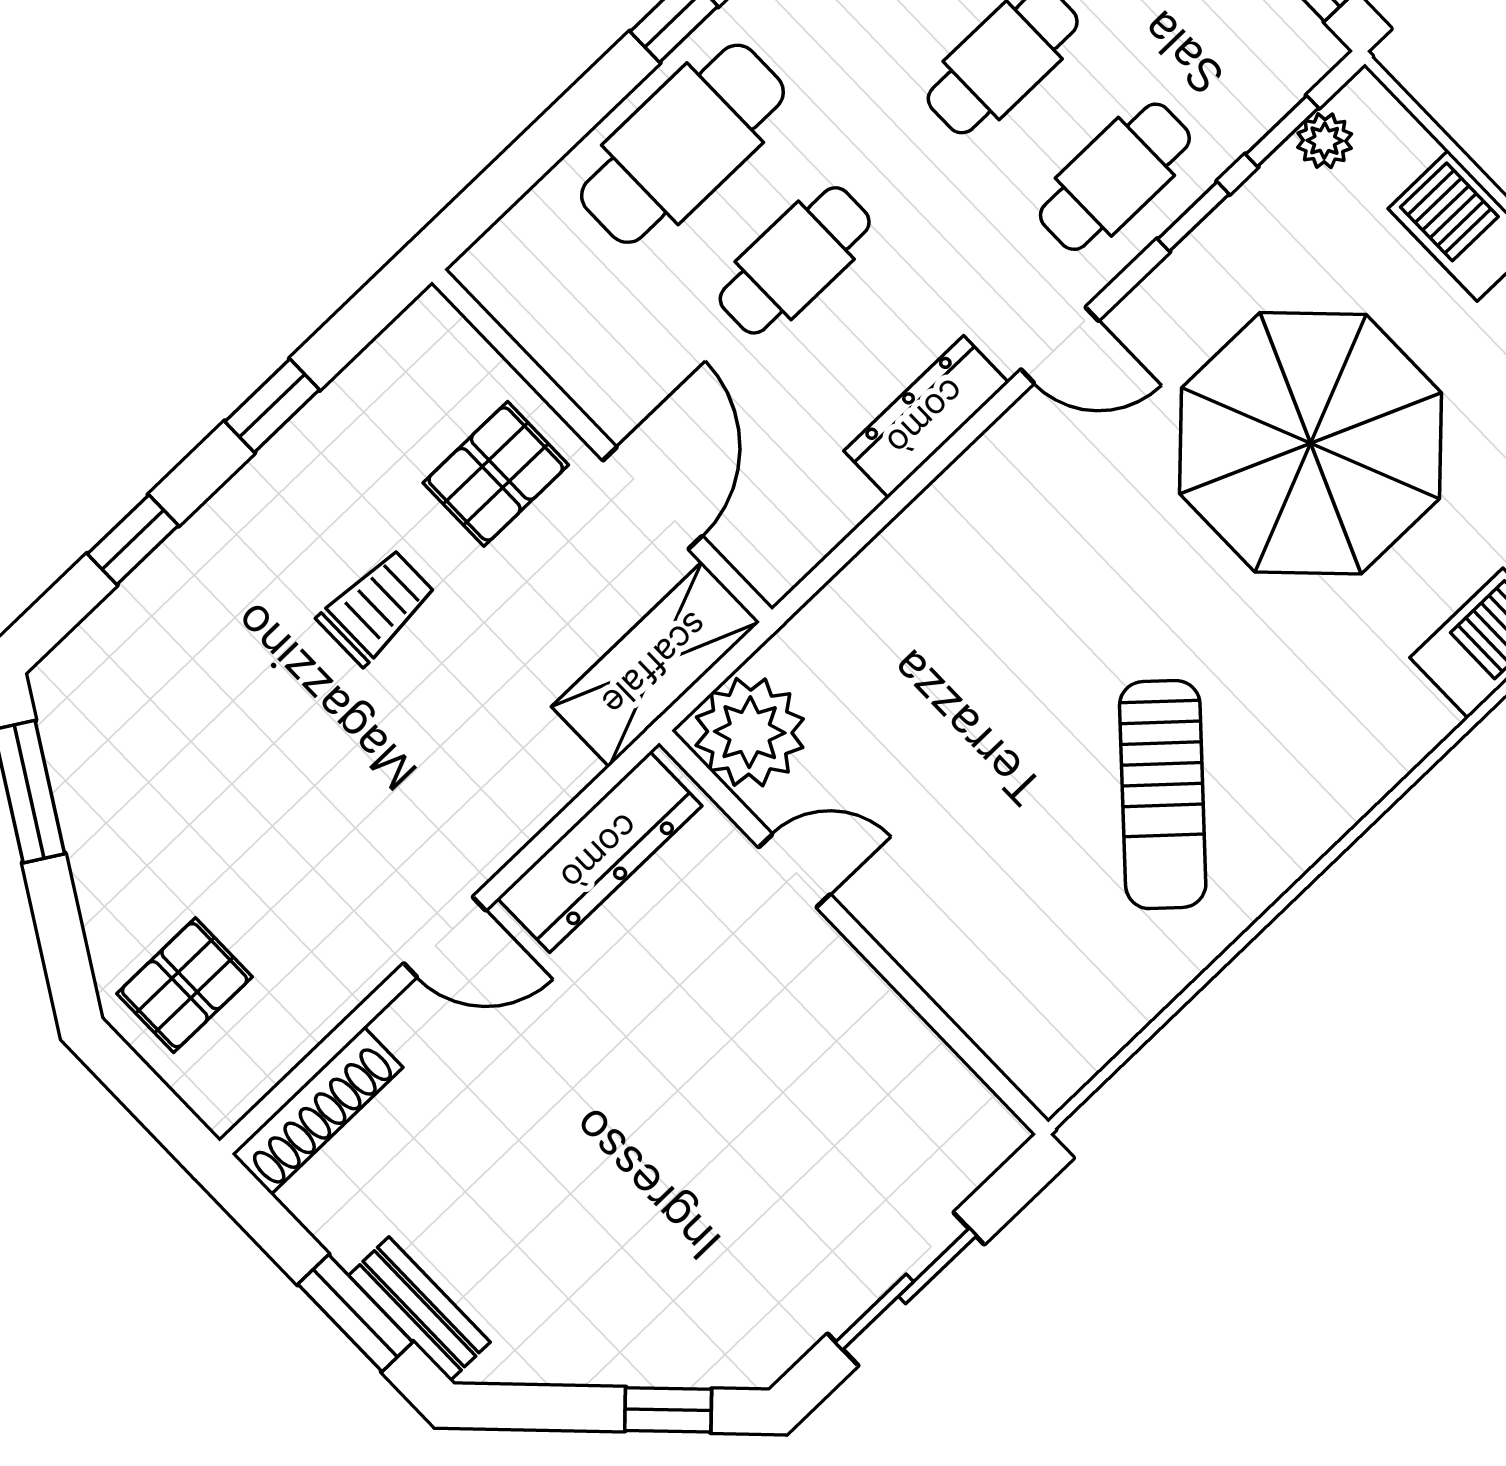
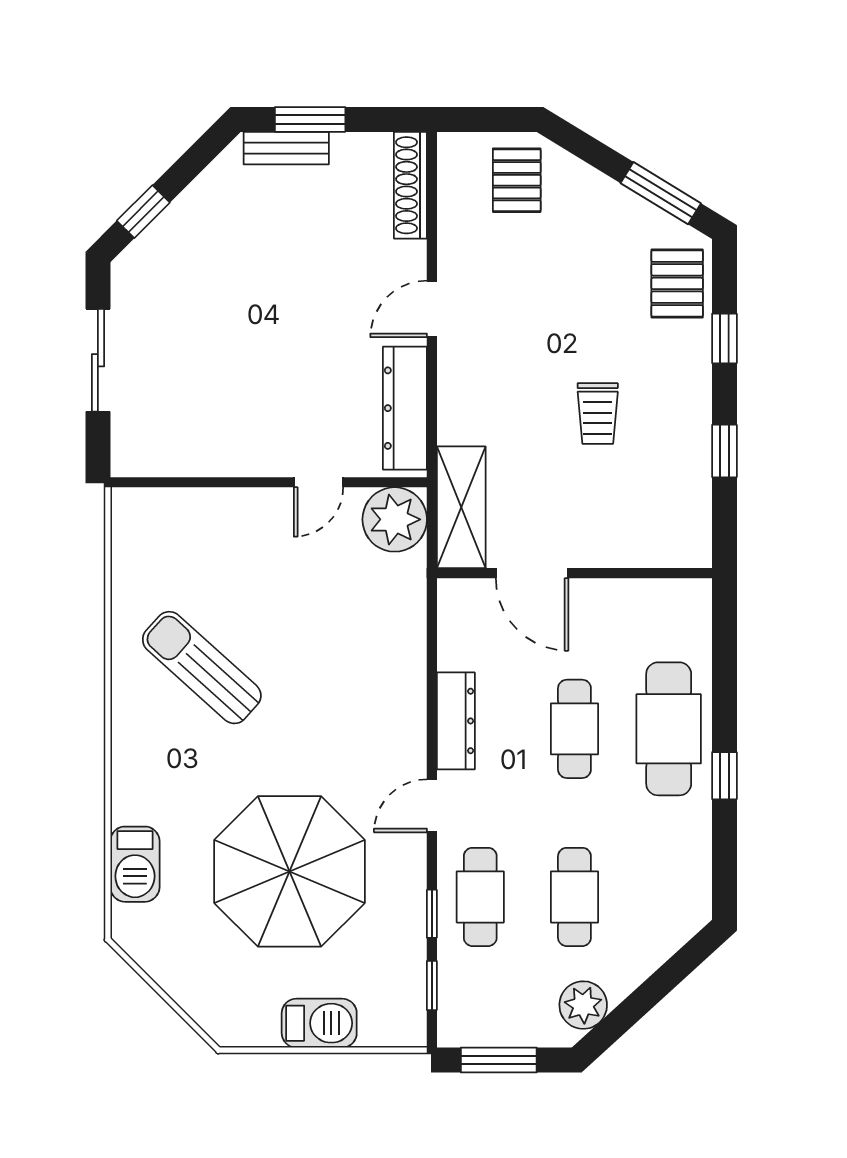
plant: (1325, 141) -> (411, 1000), removed
pallet: (496, 474) -> (677, 283), moved

